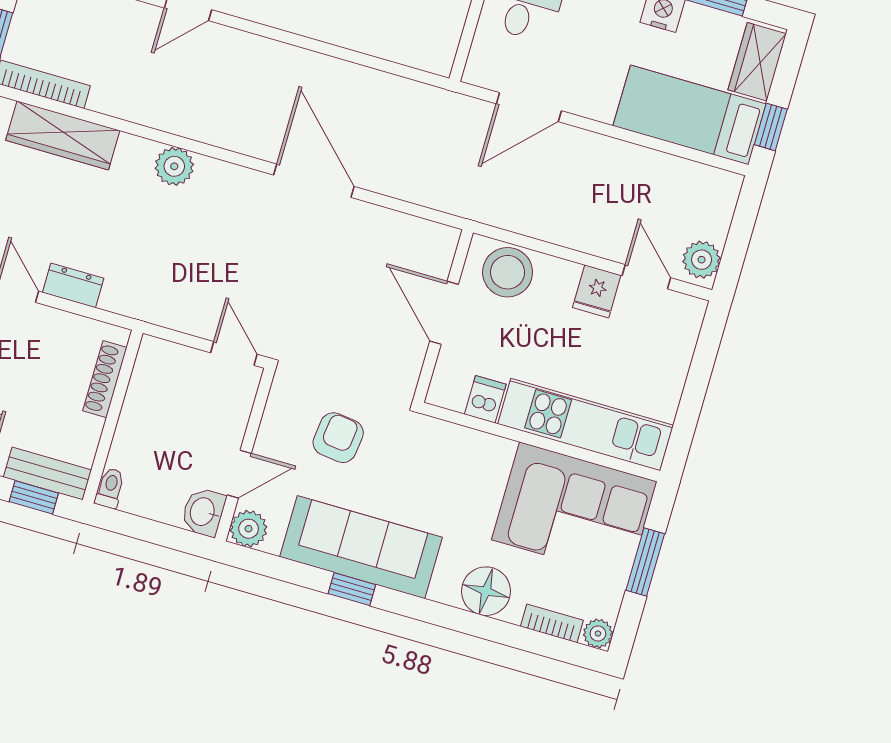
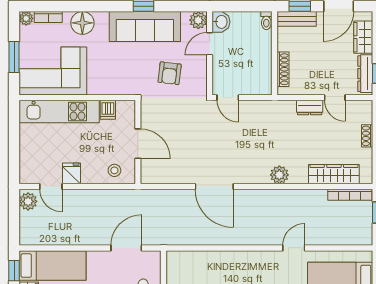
stool: (508, 272) -> (114, 170), width x0.53, depth x0.53

